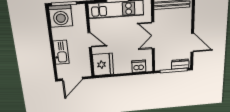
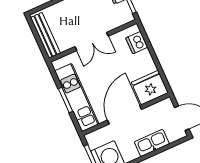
door: (90, 40) -> (124, 115), width x1.88

